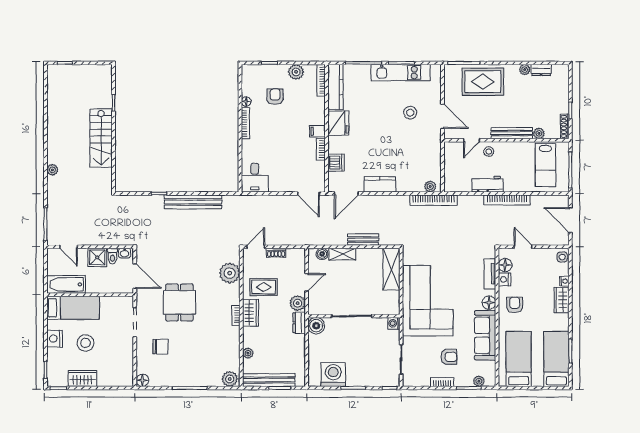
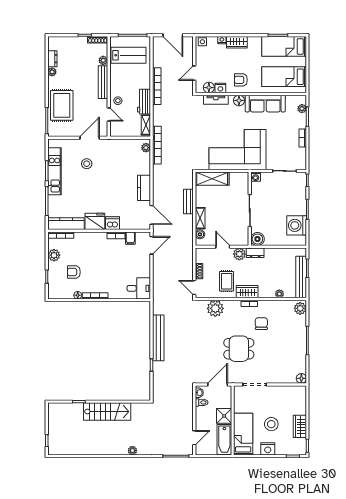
filing cabinet: (317, 131) -> (130, 238), moved
dishwasher: (336, 163) -> (113, 223), moved
shelving: (458, 187) -> (146, 125), added
door: (570, 220) -> (173, 35), hinge flipped
shower: (97, 257) -> (224, 416), moved
chair: (160, 347) -> (261, 324), moved
armchair: (449, 357) -> (282, 133), removed

